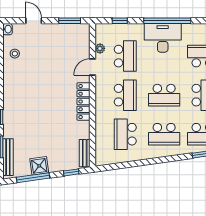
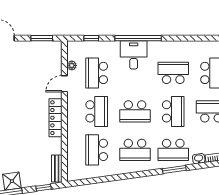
desk: (163, 38) -> (134, 55), width x0.73
school desk: (125, 56) -> (97, 73), turned 180

